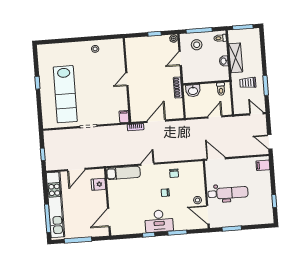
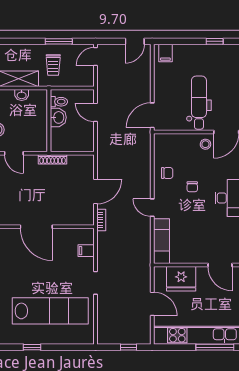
door: (127, 79) -> (36, 227), width x1.88
washbasin: (193, 91) -> (58, 117), moved
filing cabinet: (124, 117) -> (86, 251), moved
door: (156, 121) -> (96, 192), swing flipped
fridge: (98, 184) -> (181, 279), width x1.88, depth x1.34

